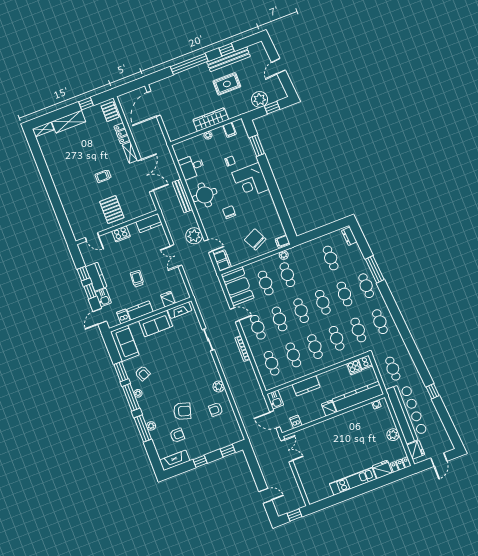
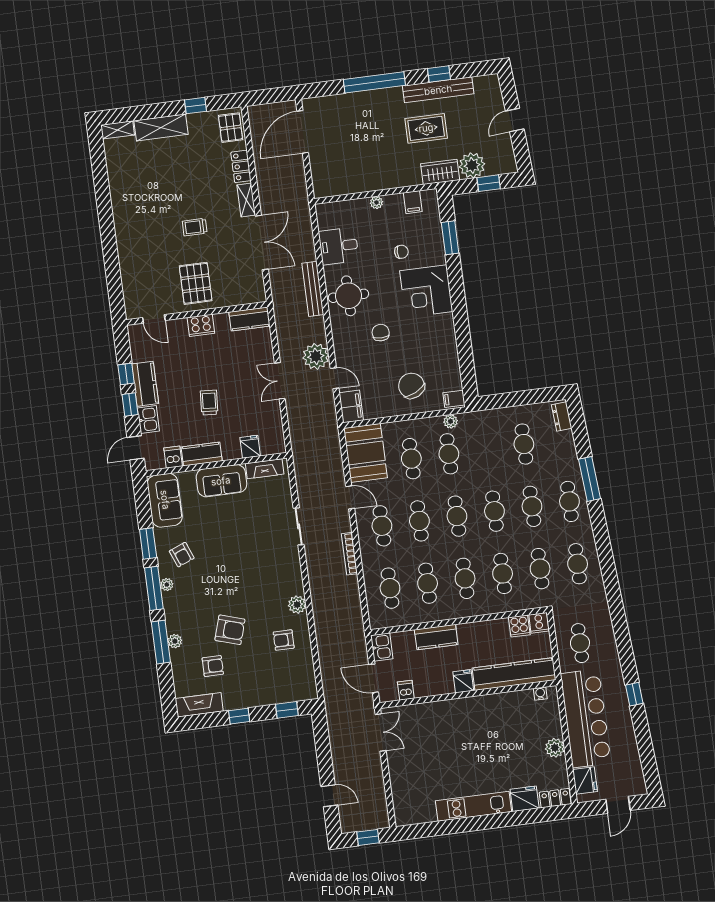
wardrobe: (211, 120) -> (440, 172), moved, width x0.67

